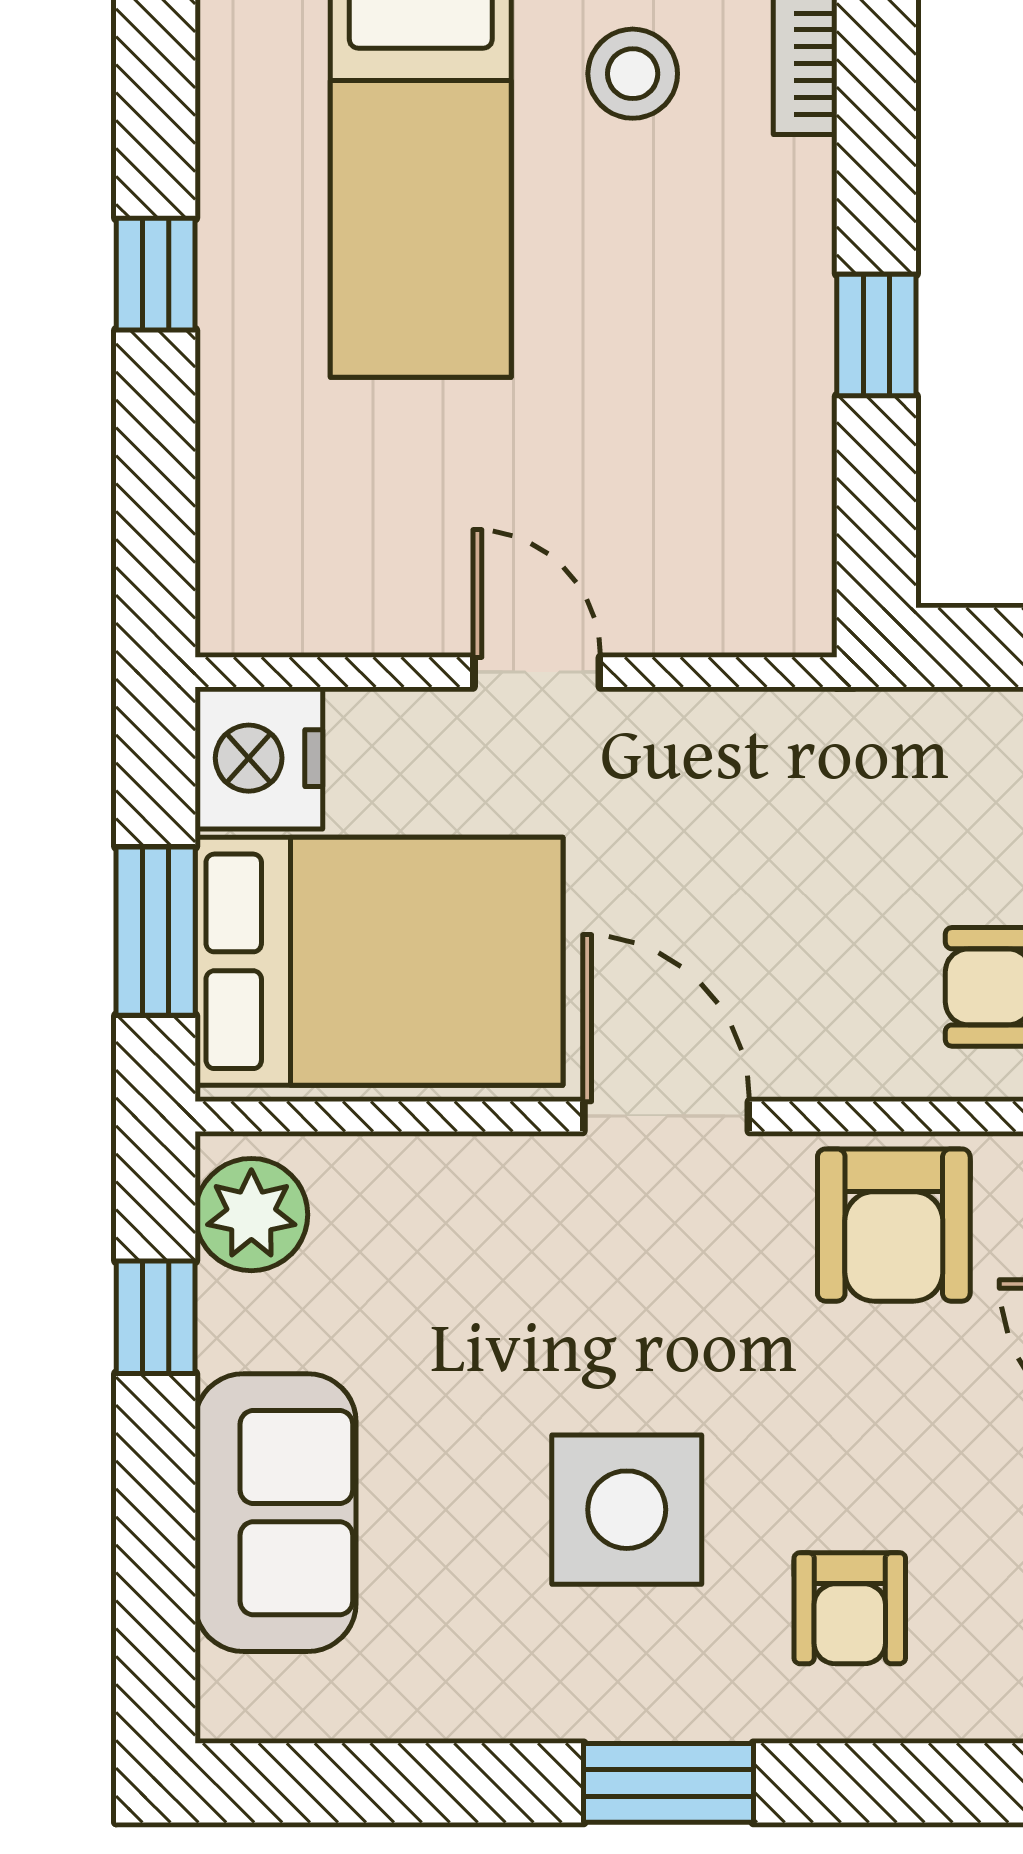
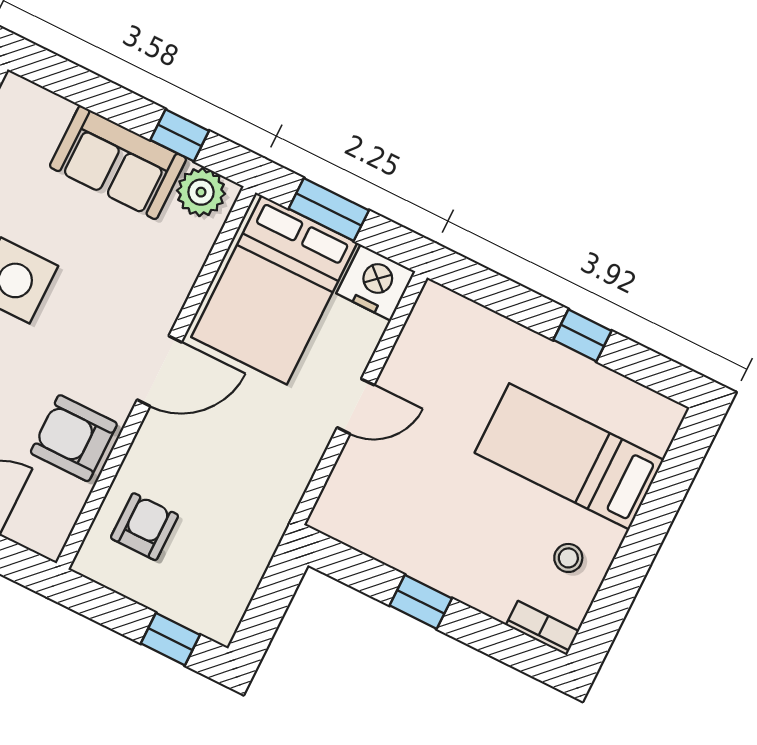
stool: (633, 74) -> (568, 558), width x0.73, depth x0.73
sofa: (275, 1513) -> (118, 162), moved

